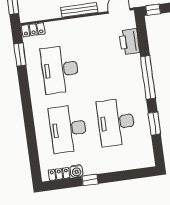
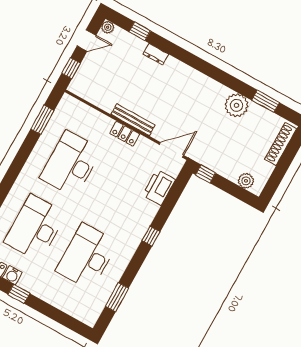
locker: (33, 30) -> (125, 134), moved
window: (148, 77) -> (151, 236), width x0.32
window: (154, 124) -> (117, 297), moved

